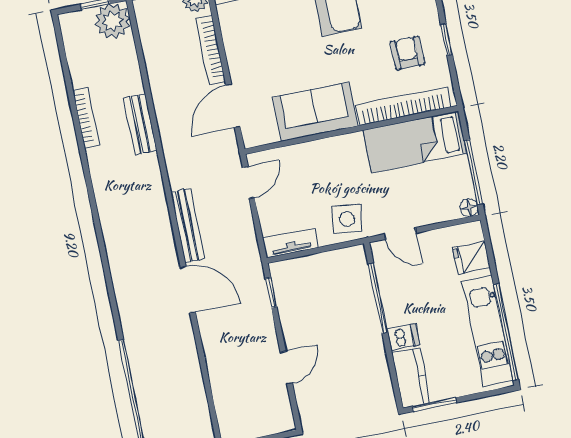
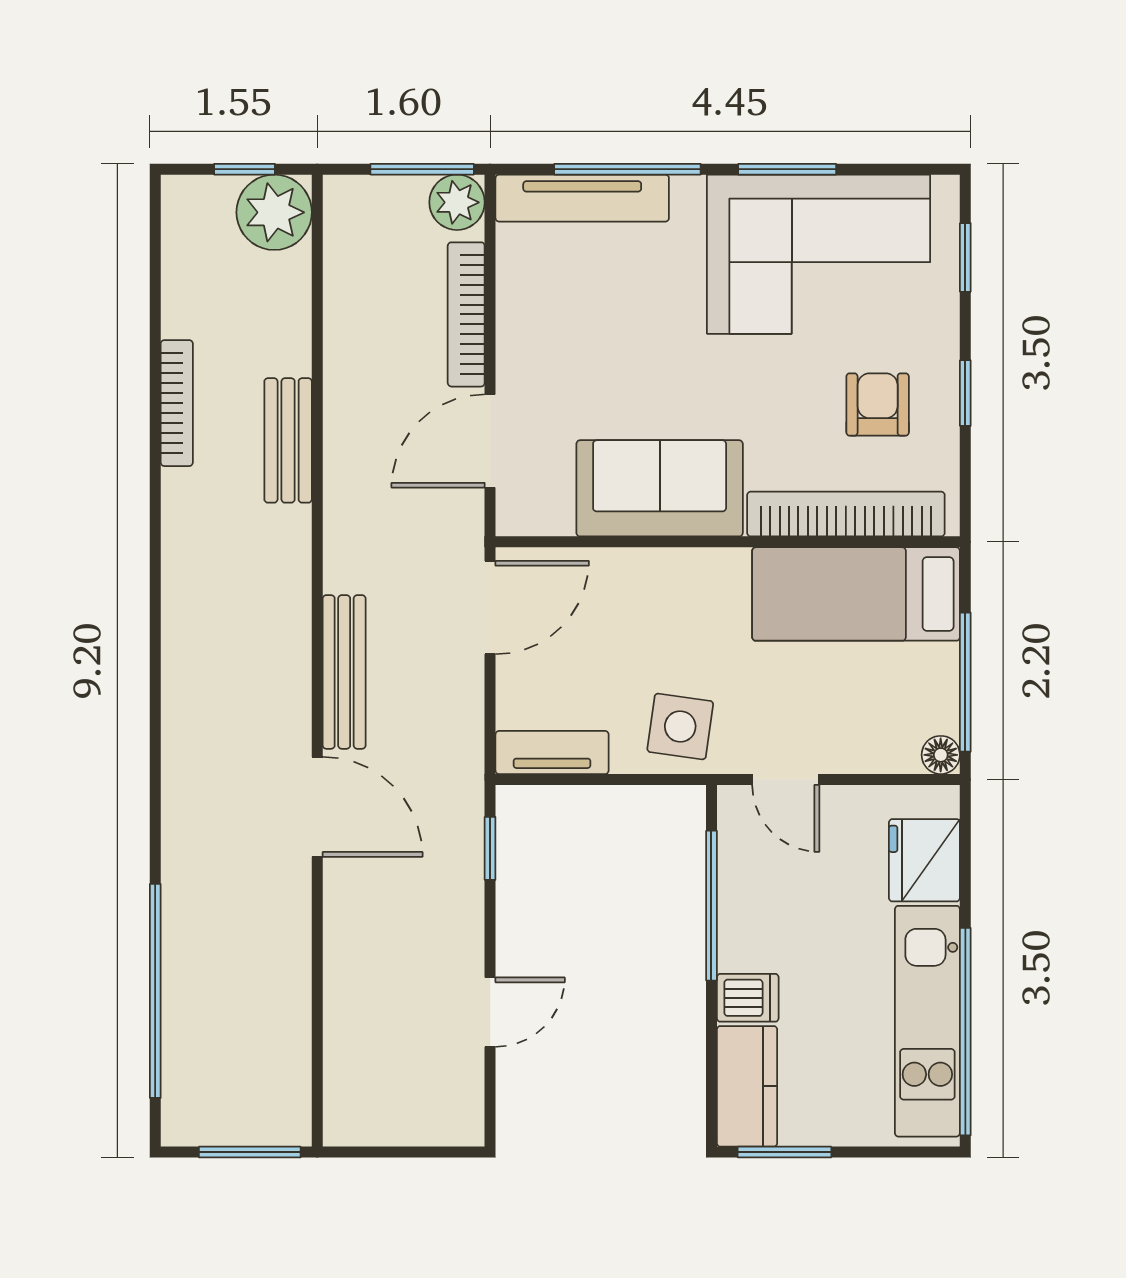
door: (249, 182) -> (490, 608), width x1.38
fridge: (471, 258) -> (924, 860), width x1.38

